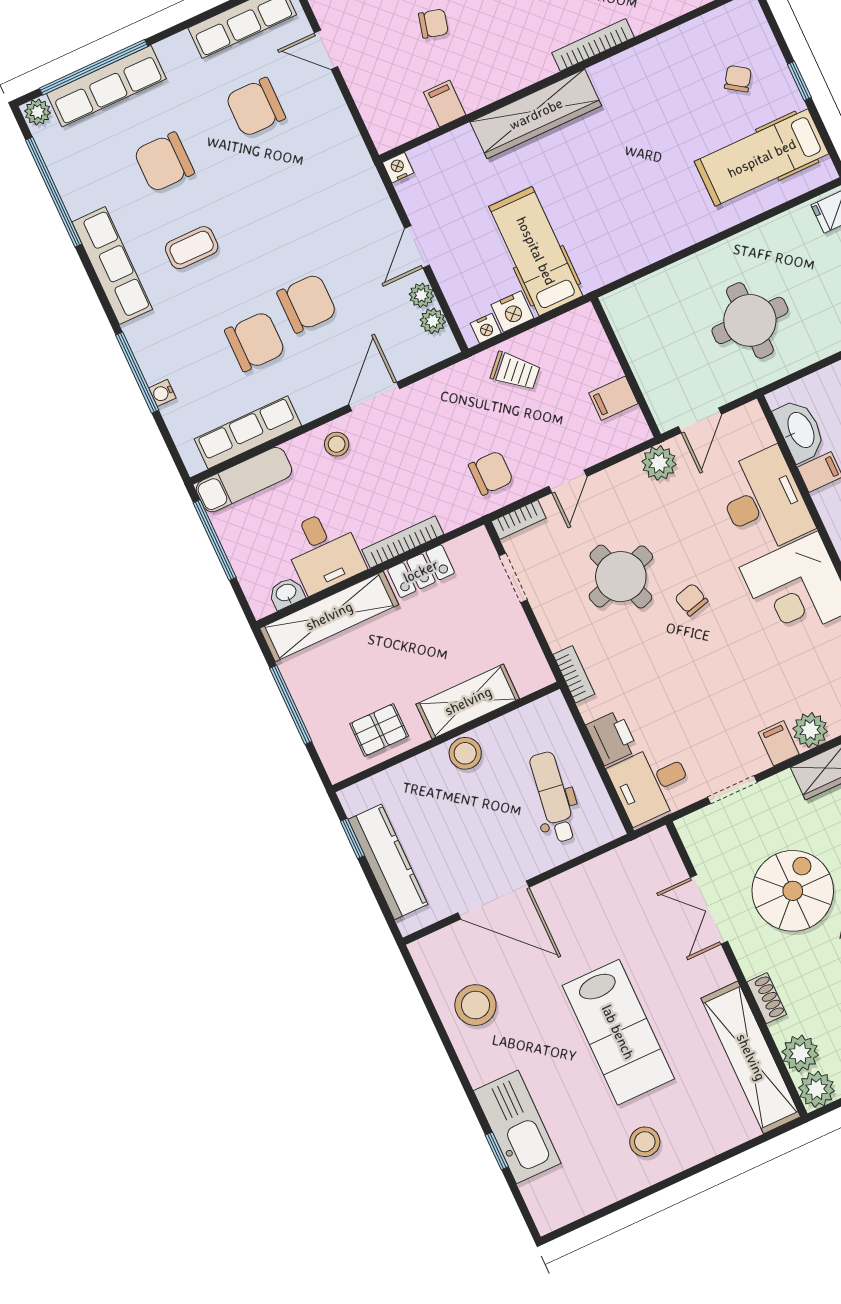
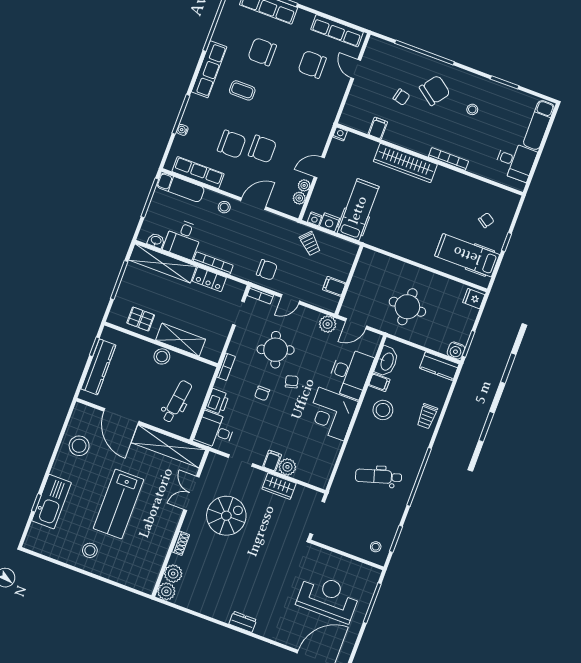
chair: (665, 660) -> (262, 393), added
shelving: (751, 1057) -> (168, 446), moved, turned 90

